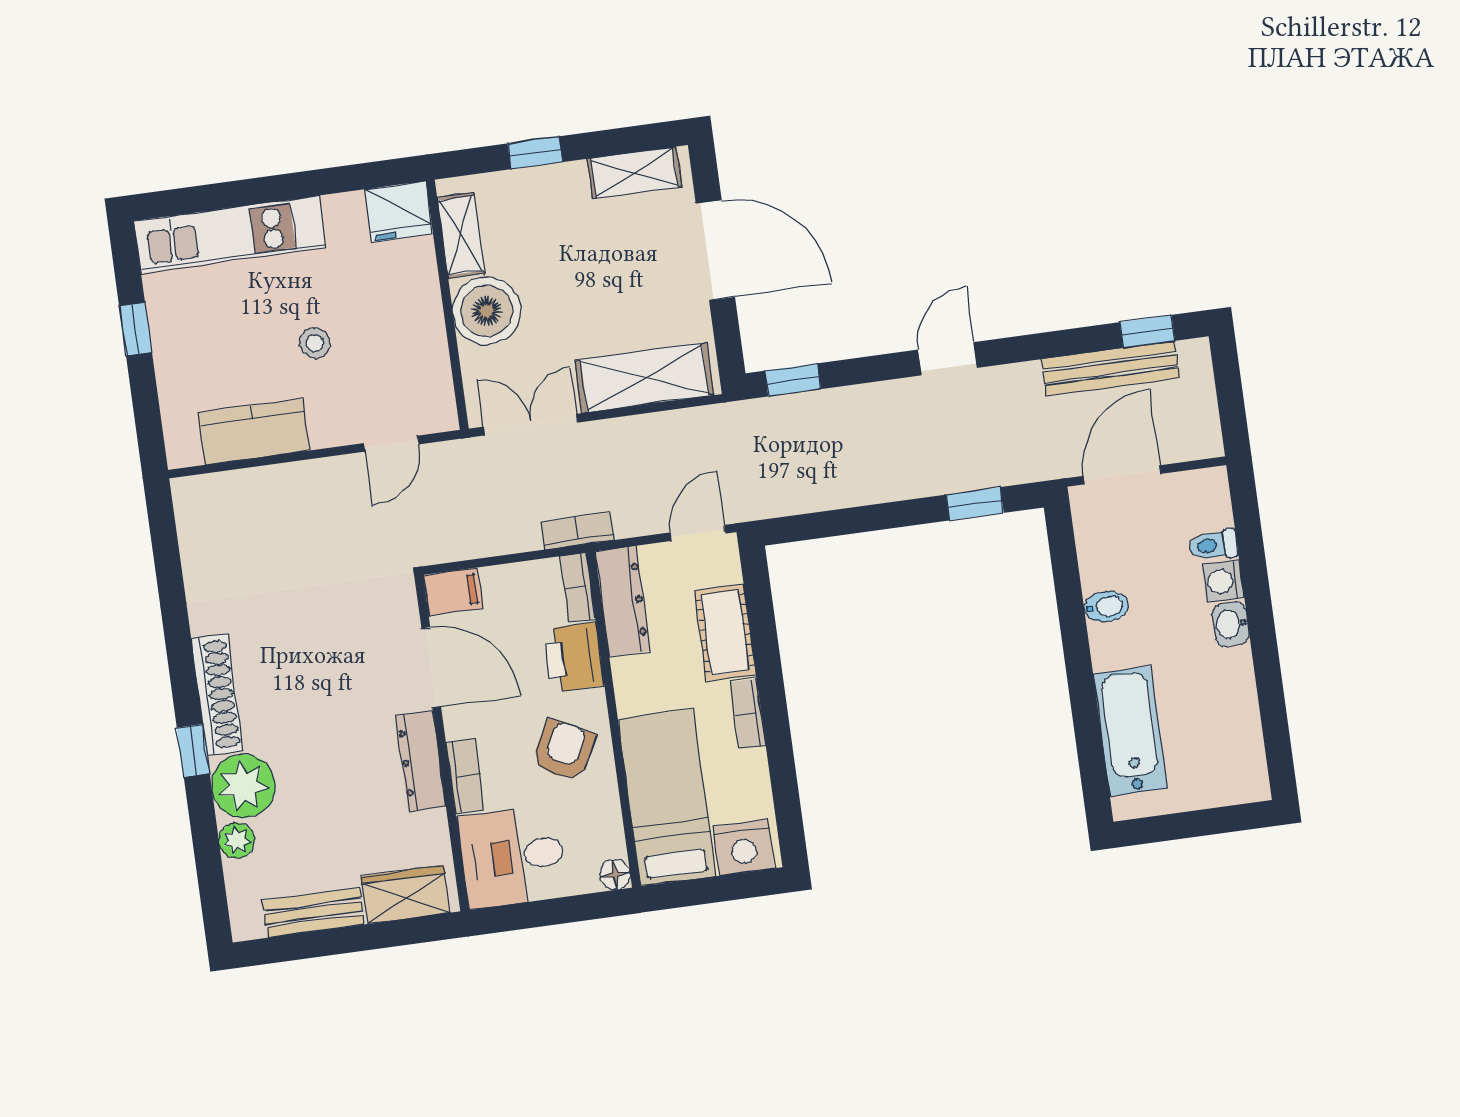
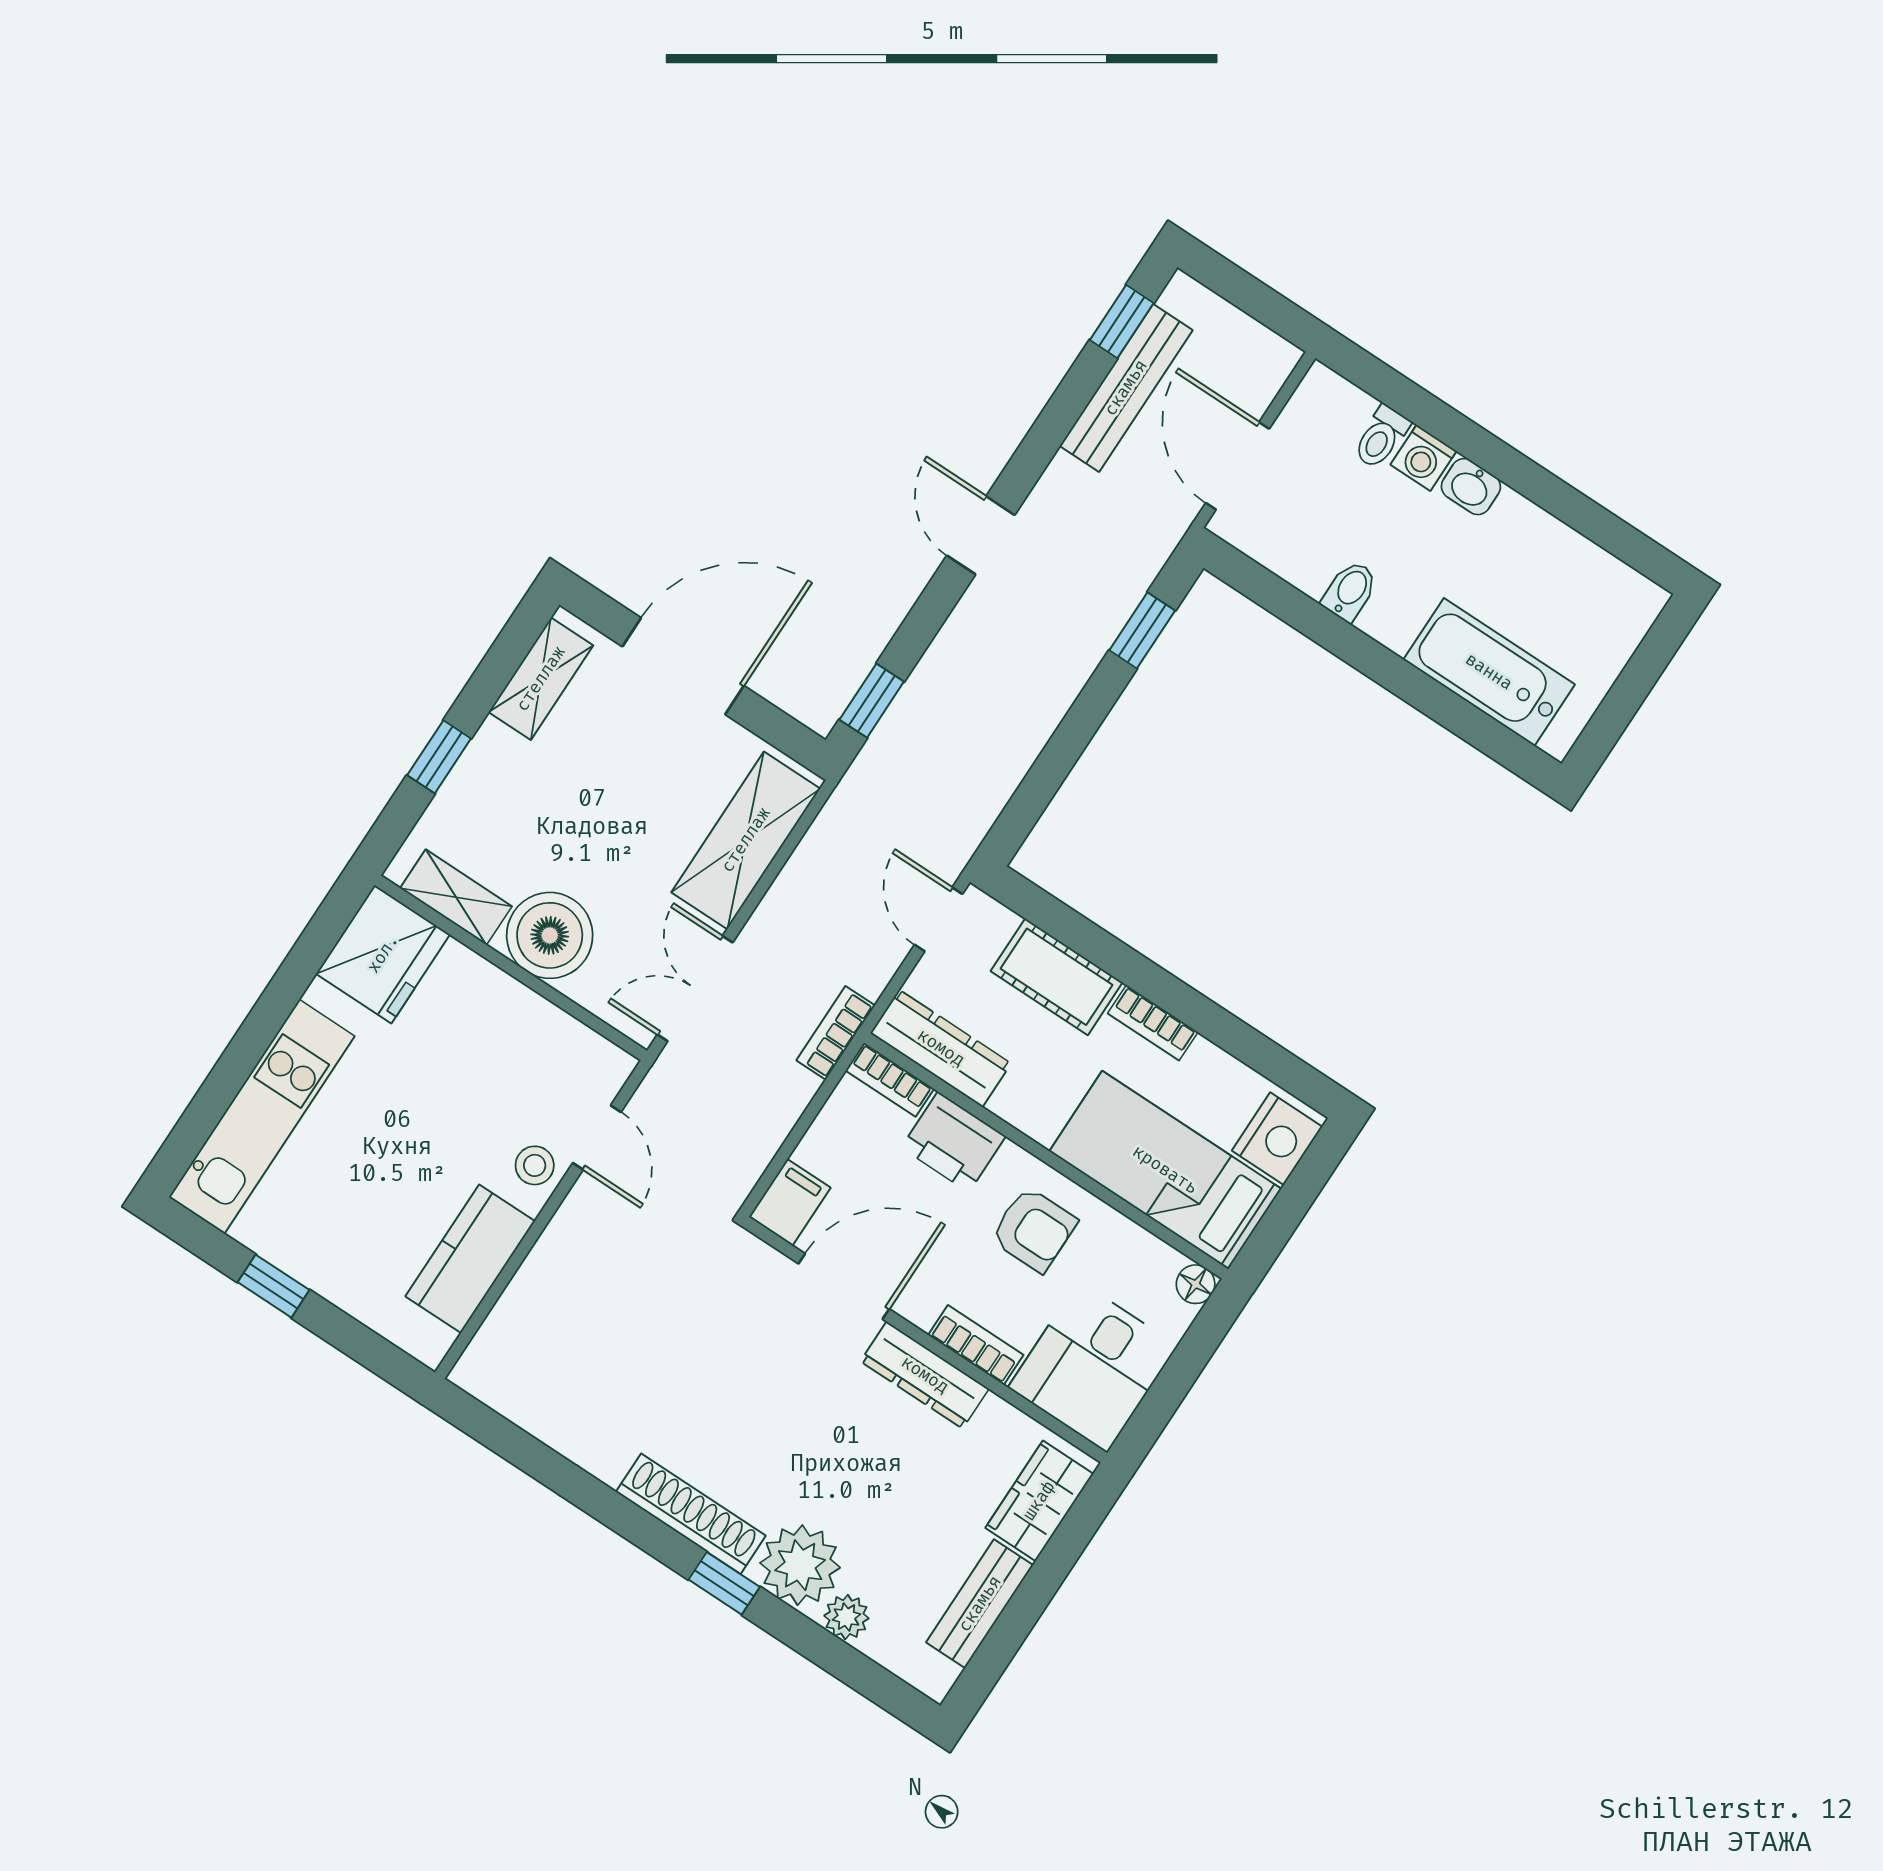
fridge: (399, 211) -> (383, 954), width x1.36, depth x1.34
stool: (315, 343) -> (535, 1165), moved
armchair: (564, 750) -> (1034, 1229), turned 152

